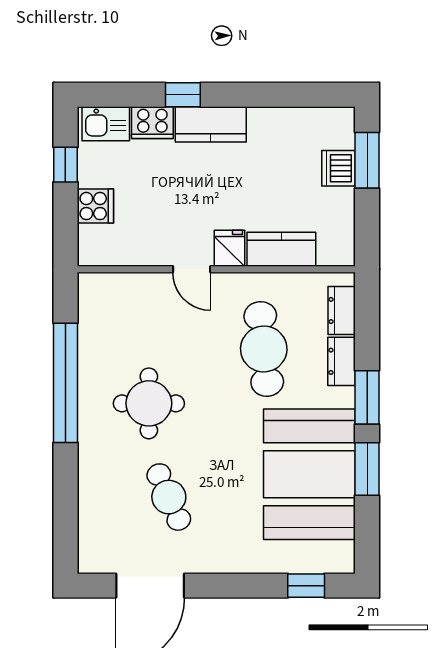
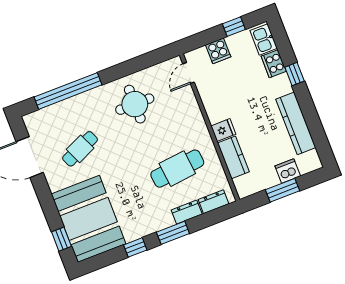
kitchen counter: (211, 124) -> (296, 123), moved, width x1.50
window: (367, 160) -> (283, 190), moved
door: (192, 269) -> (189, 73), moved
window: (65, 383) -> (68, 91), moved
round table: (149, 403) -> (135, 104), moved
window: (367, 469) -> (135, 247), width x0.67
booth: (309, 474) -> (88, 219), moved, turned 90

